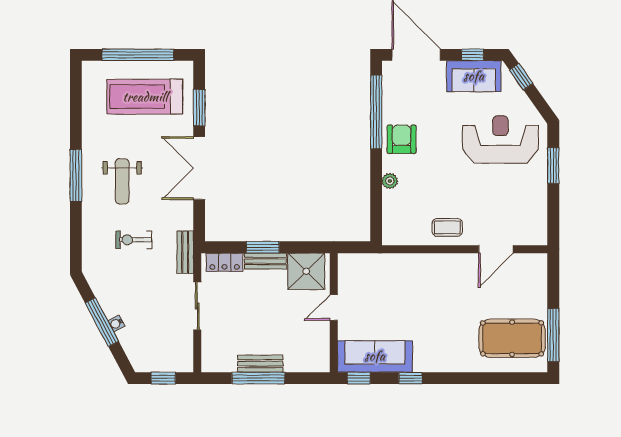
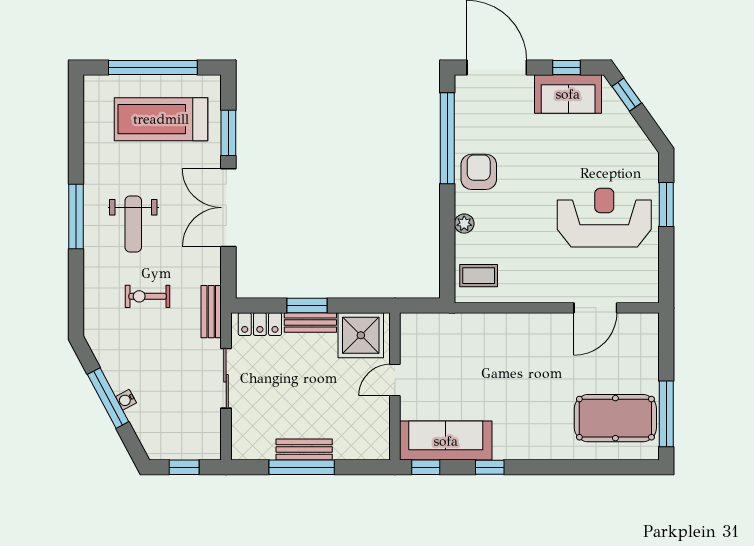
reception desk: (500, 140) -> (604, 218), moved
coffee table: (447, 227) -> (479, 276), moved

